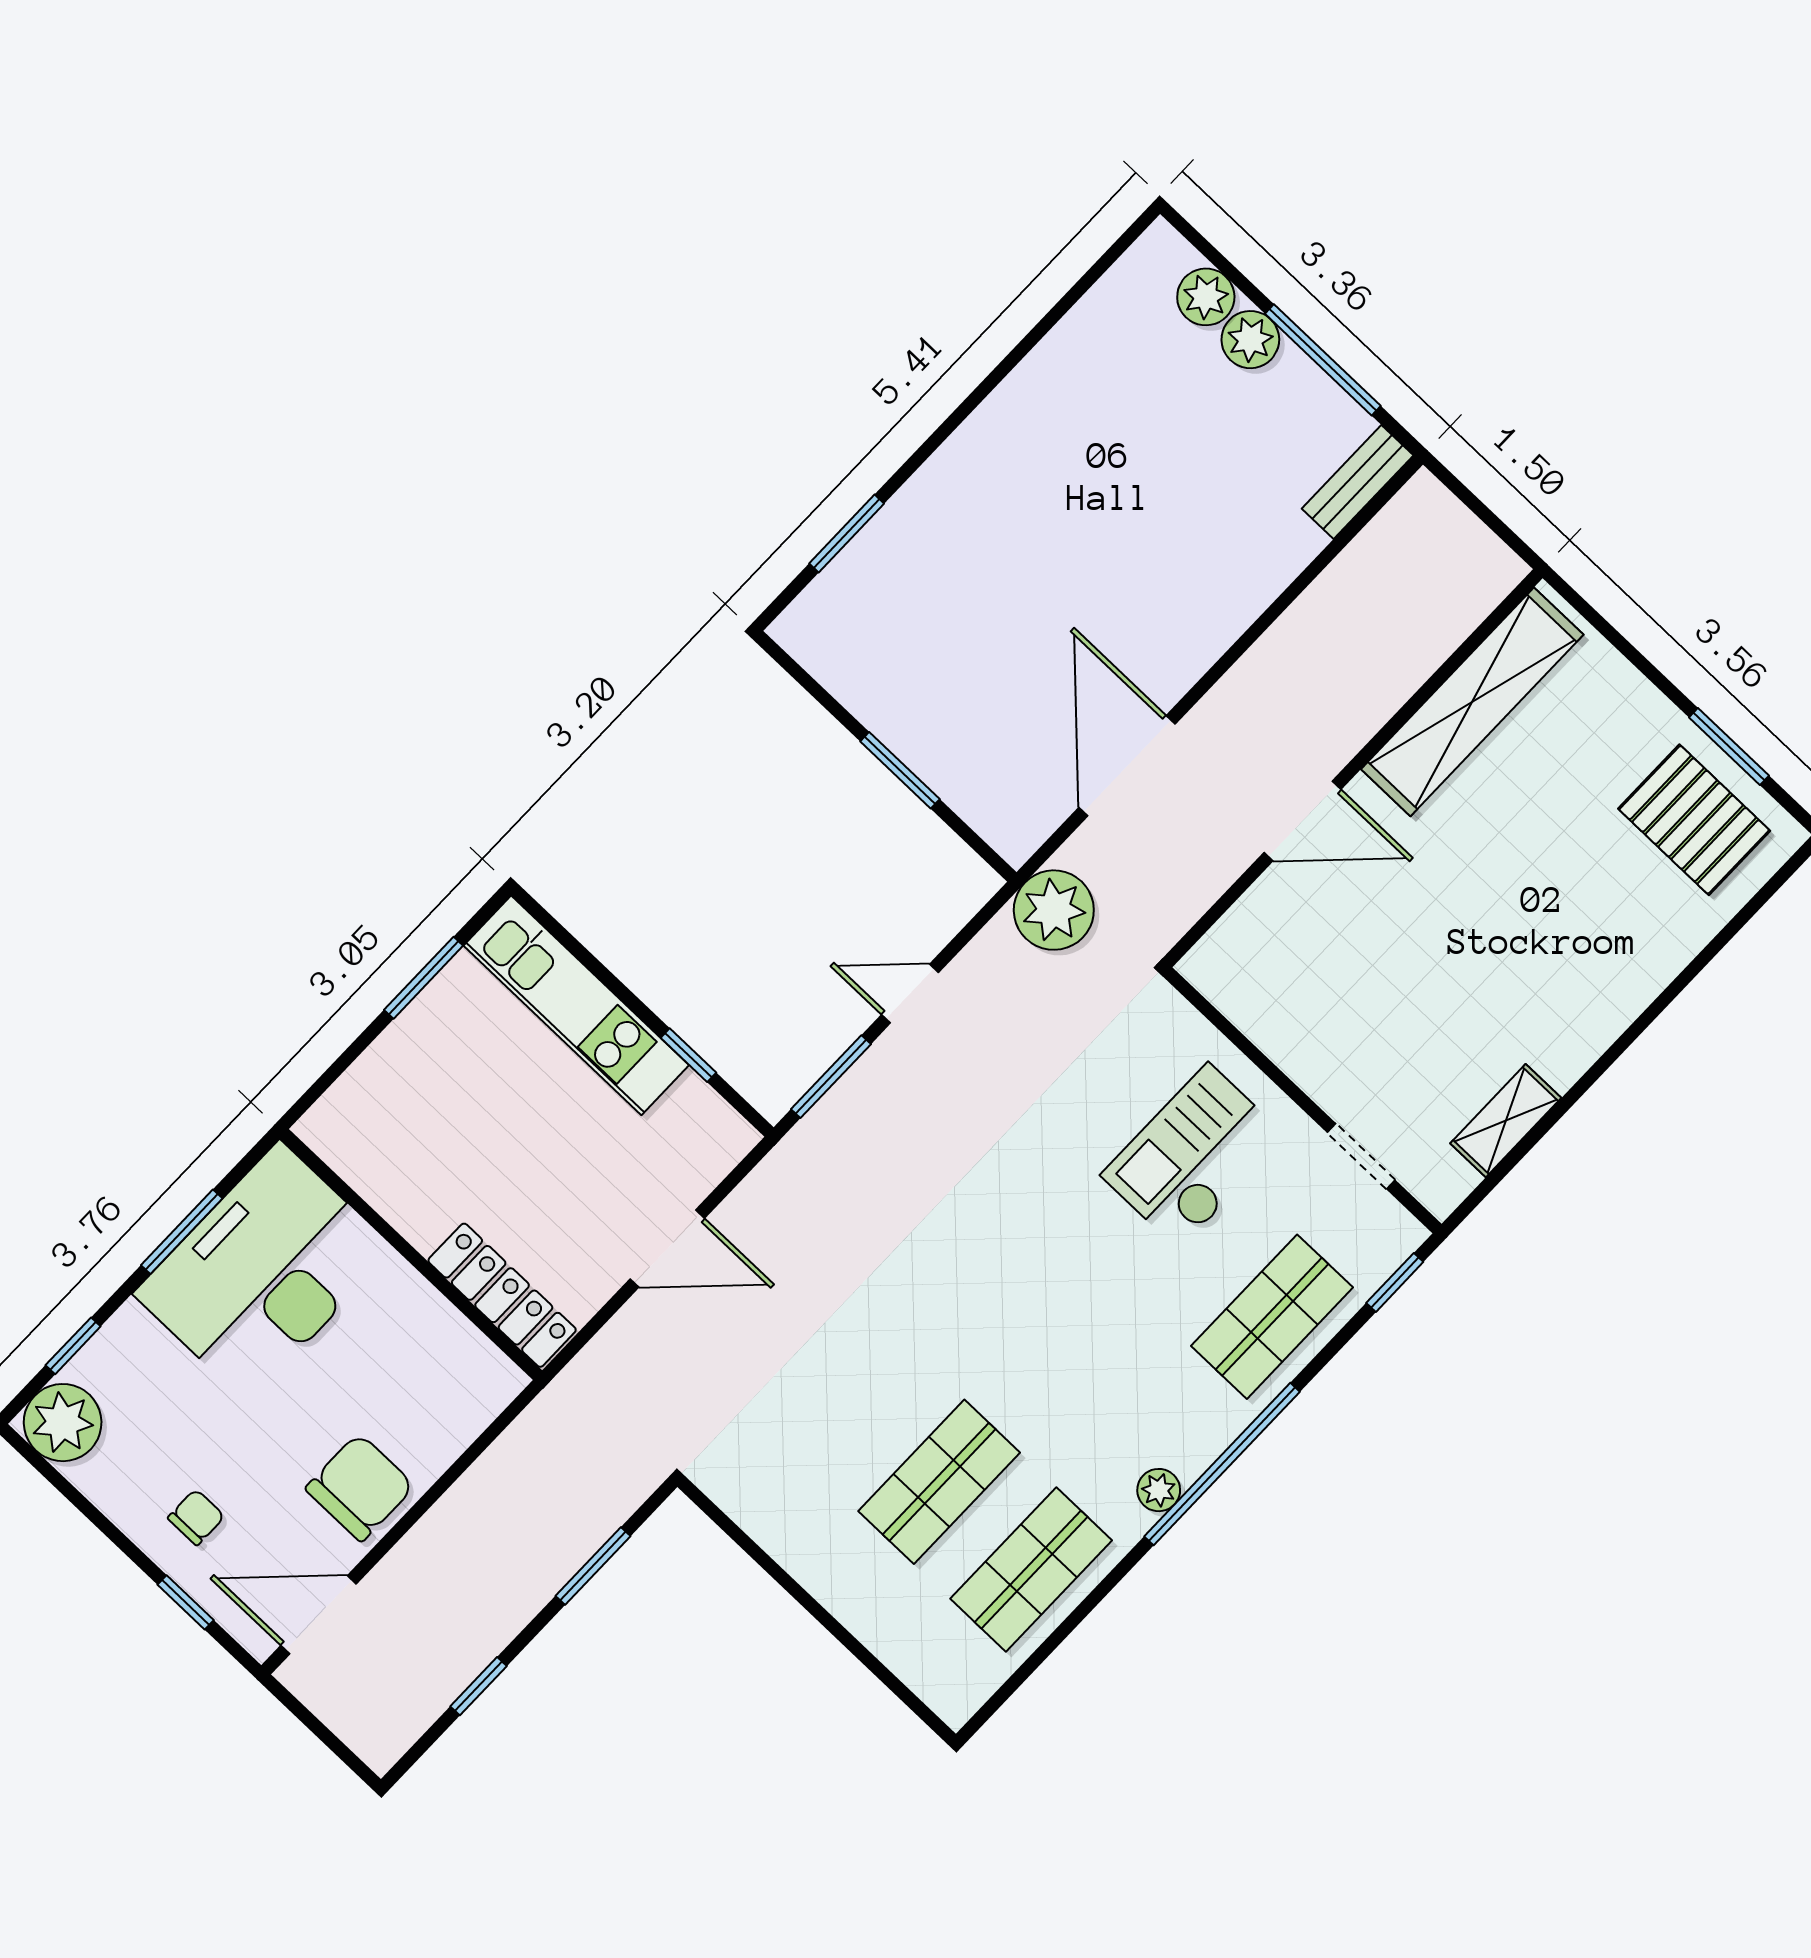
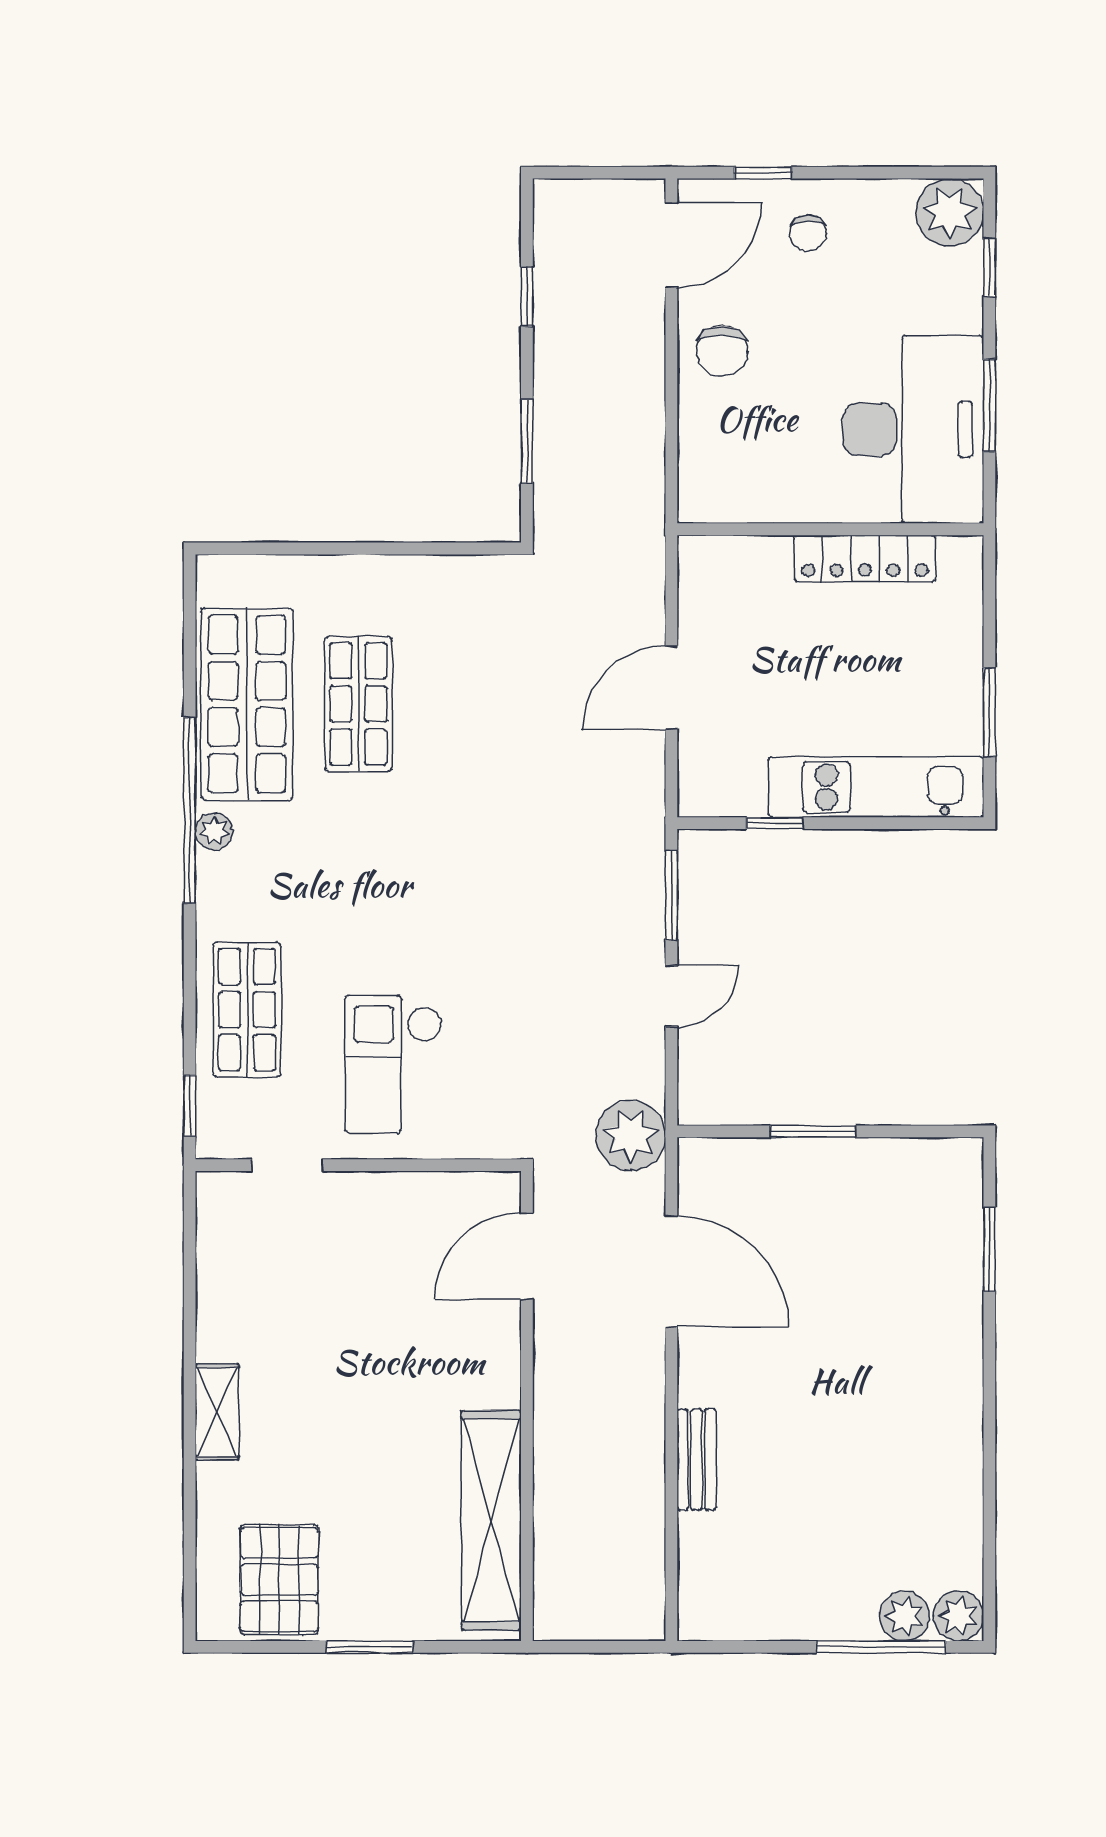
plant: (1250, 340) -> (959, 1616), moved
window: (1323, 360) -> (881, 1647), moved
bench: (1358, 482) -> (697, 1460), moved
window: (1729, 747) -> (369, 1647), moved
pallet: (1694, 820) -> (279, 1580), turned 90
door: (1302, 821) -> (527, 1256), moved
shelving: (1506, 1121) -> (217, 1412), moved
checkout: (1194, 1156) -> (393, 1064), turned 180
locker: (502, 1295) -> (865, 558), moved
window: (1222, 1464) -> (190, 810), moved
chair: (360, 1487) -> (722, 351), width x0.73, depth x0.73
shop shelf: (1031, 1570) -> (247, 704), width x1.43, depth x1.36

